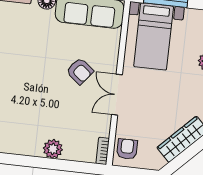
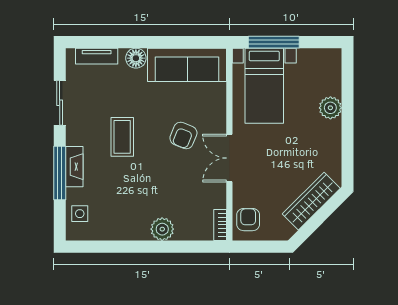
coffee table: (28, 66) -> (122, 137), added
armchair: (80, 71) -> (183, 136), turned 73

